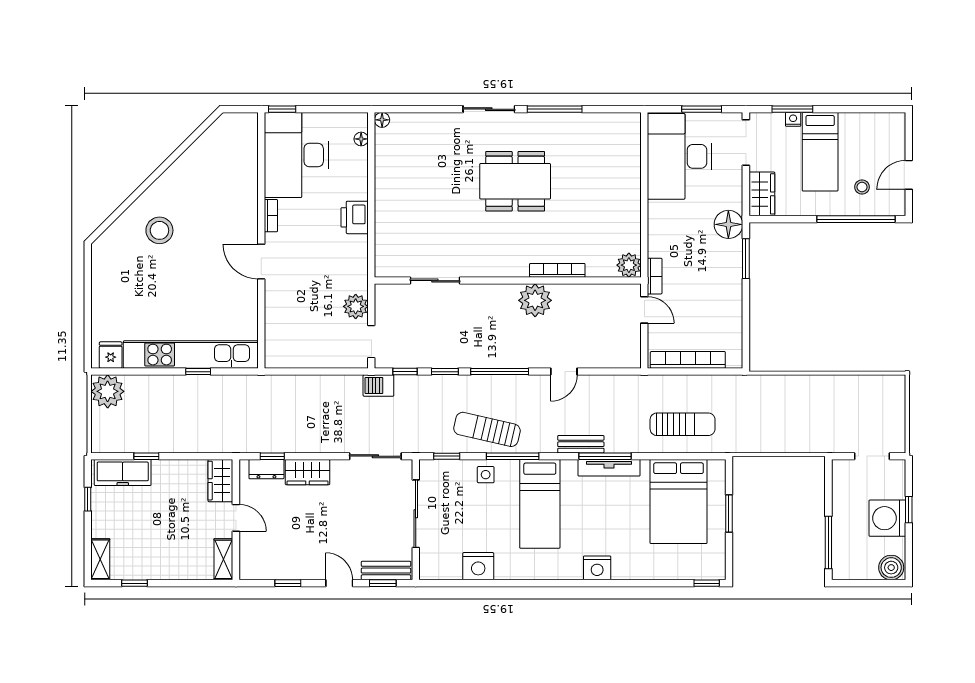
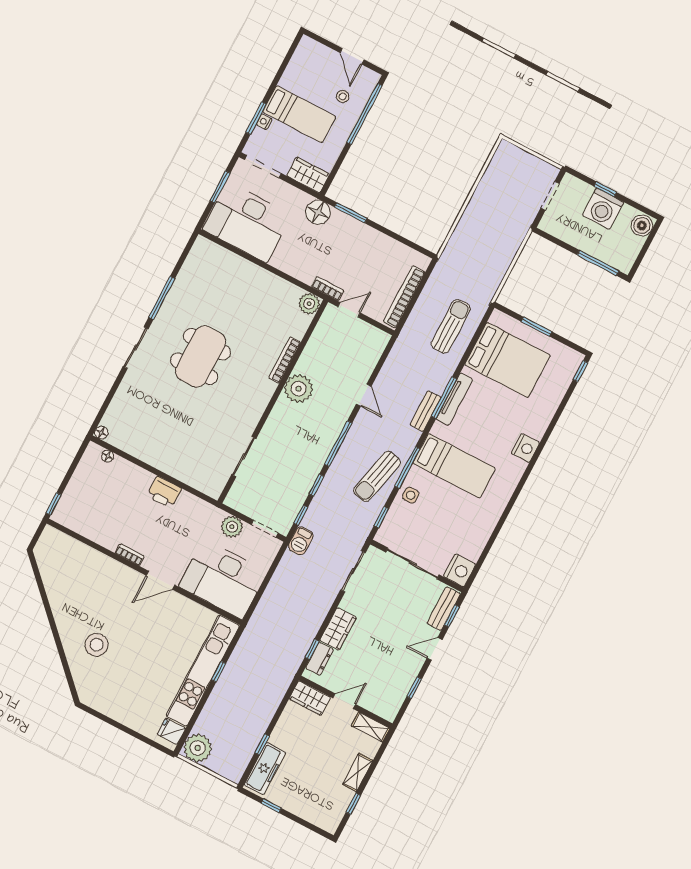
desk: (296, 155) -> (223, 579), moved
shelving: (100, 559) -> (358, 772), moved, turned 90
nightstand: (478, 566) -> (460, 570), moved

